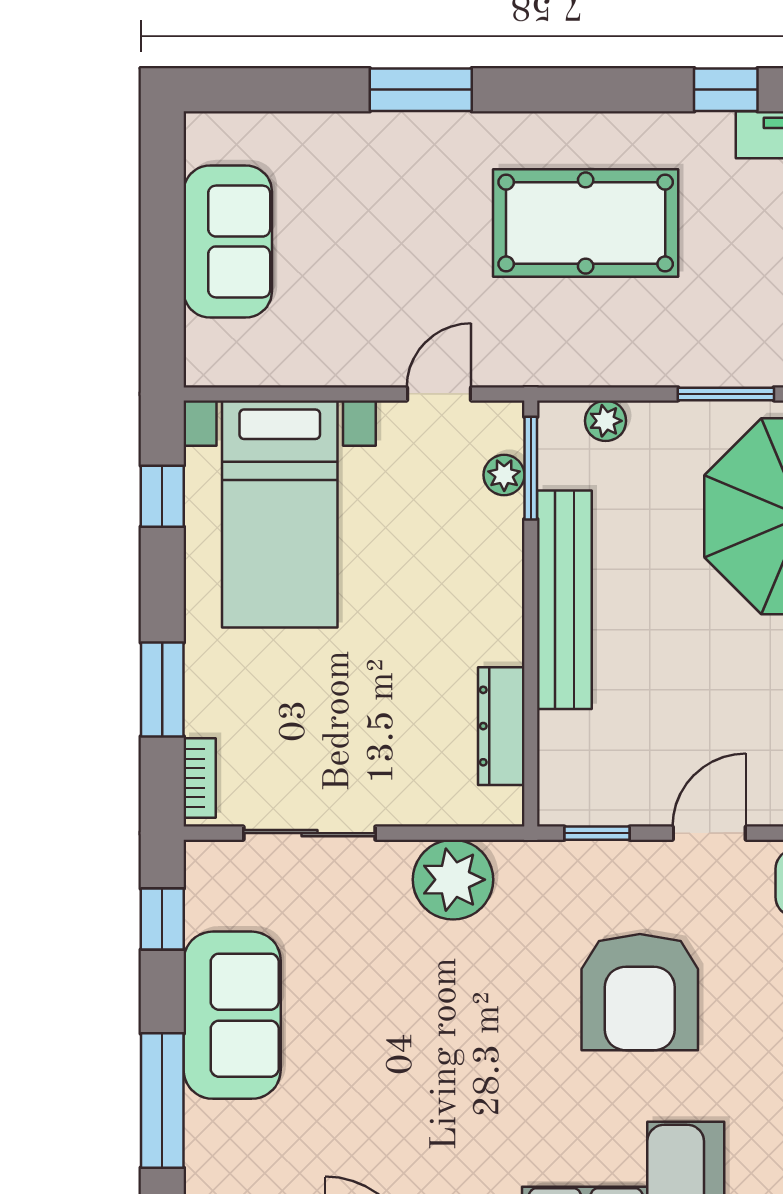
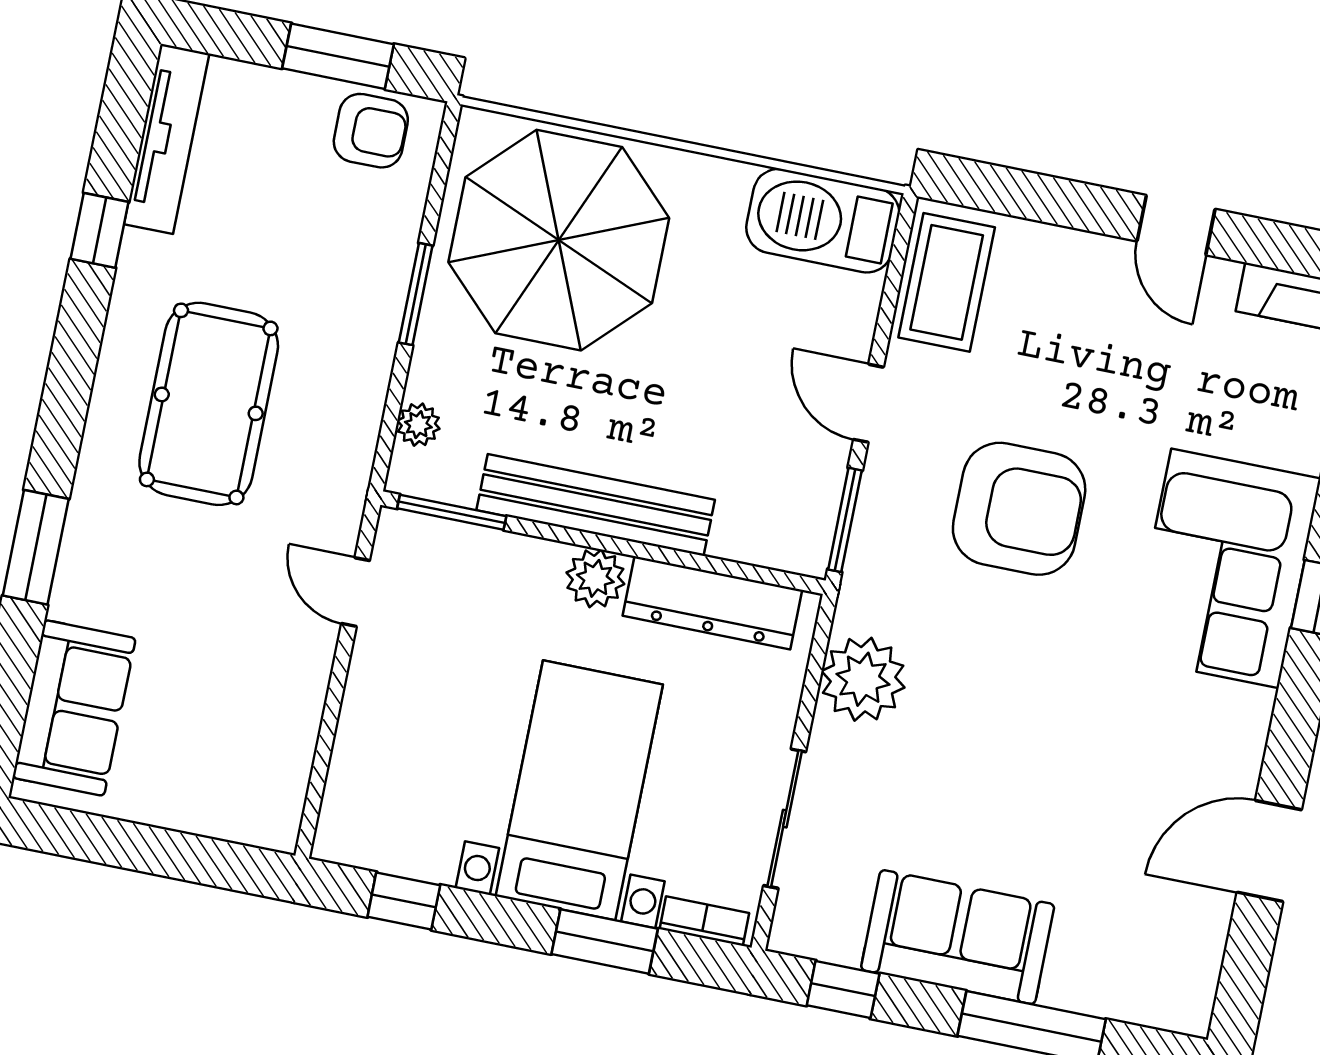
sofa: (228, 241) -> (74, 708), moved, turned 90
plant: (504, 475) -> (595, 578), moved, width x1.38, depth x1.38
bed with nightstands: (280, 514) -> (579, 790), moved, turned -90
dresser: (501, 726) -> (712, 603), width x1.37, depth x1.24
window: (597, 833) -> (845, 520), width x1.50

